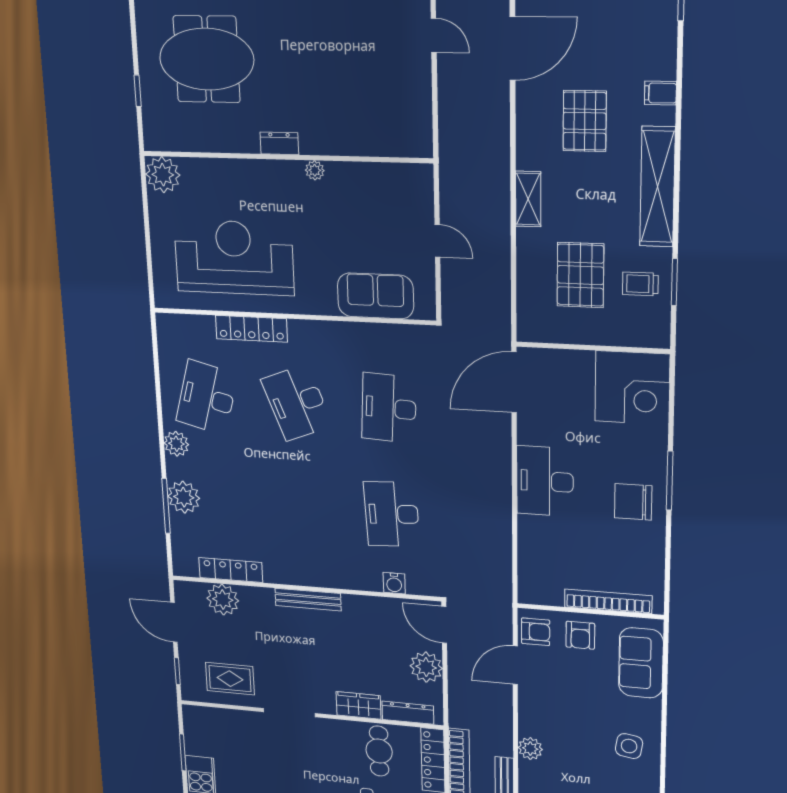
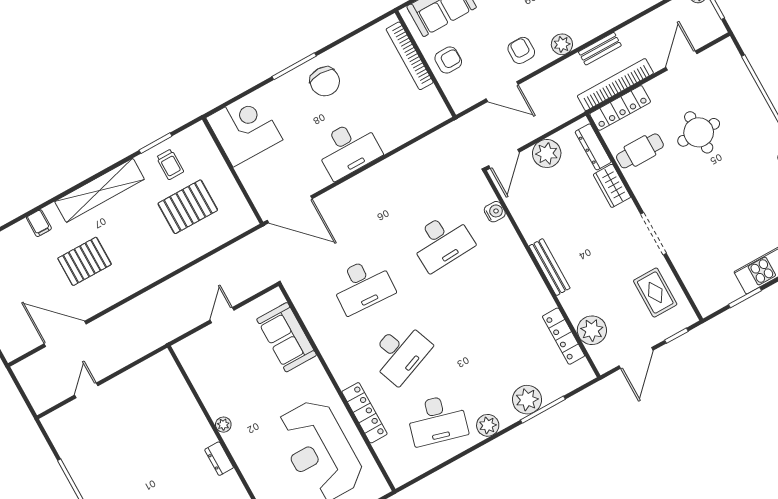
shelving: (528, 199) -> (157, 270), removed
armchair: (536, 632) -> (521, 50), moved

